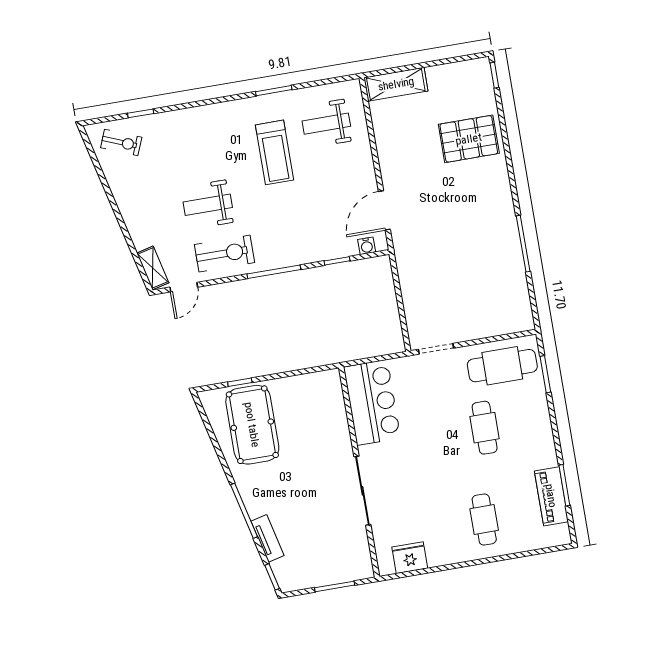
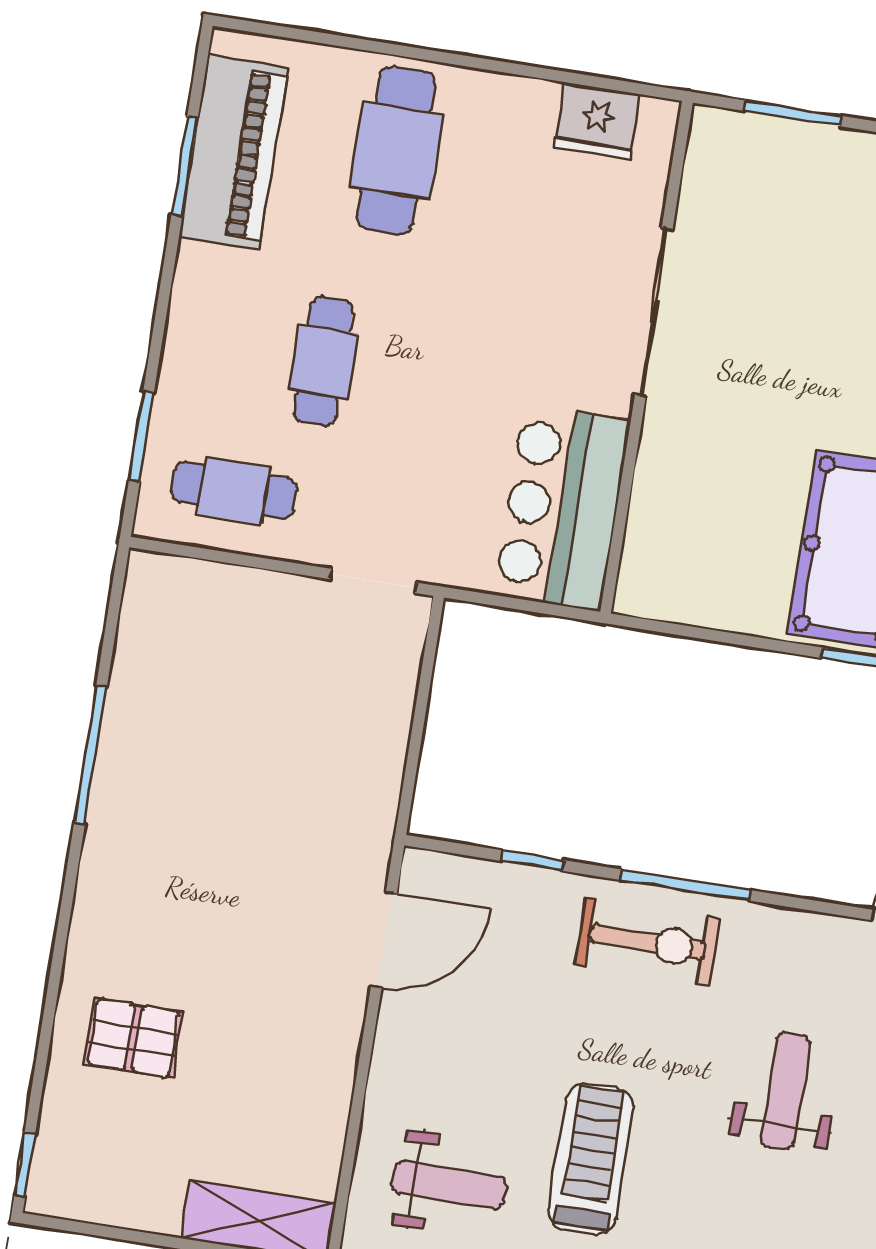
pallet: (469, 139) -> (133, 1038), width x0.67, depth x0.71
weight bench: (208, 205) -> (785, 1091), turned -90
water cooler: (367, 246) -> (452, 872), removed
exercise bike: (225, 254) -> (648, 942), moved, turned 180
cafe table: (502, 366) -> (234, 490), width x0.73, depth x0.74
piano: (551, 496) -> (233, 153), width x1.37, depth x1.33
cafe table: (484, 519) -> (396, 150), width x1.37, depth x1.35

